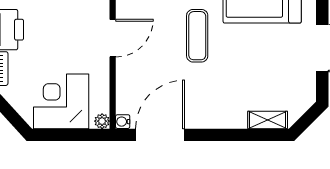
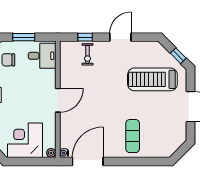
exercise mat: (197, 36) -> (133, 136), moved
shelving: (268, 120) -> (156, 152), removed

